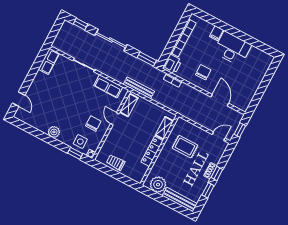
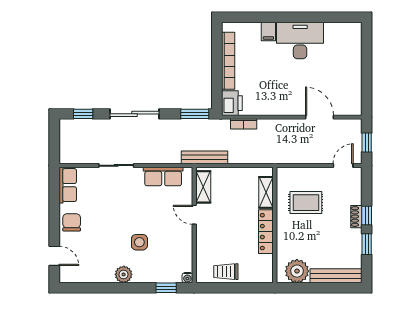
chair: (203, 72) -> (278, 92), removed
chair: (93, 124) -> (72, 222), moved
side table: (80, 142) -> (139, 242), moved

